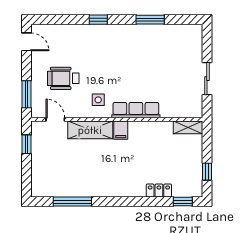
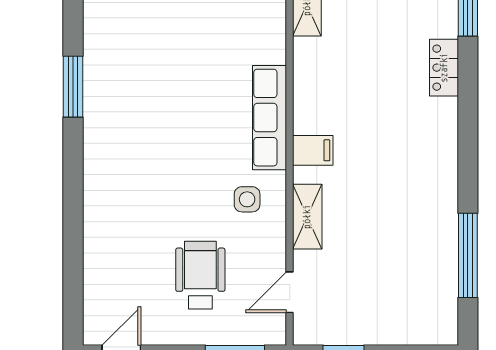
window: (98, 20) -> (73, 199), removed
wheelchair: (63, 78) -> (200, 275), turned 180
shelving: (90, 130) -> (307, 217), width x0.67, depth x0.75

